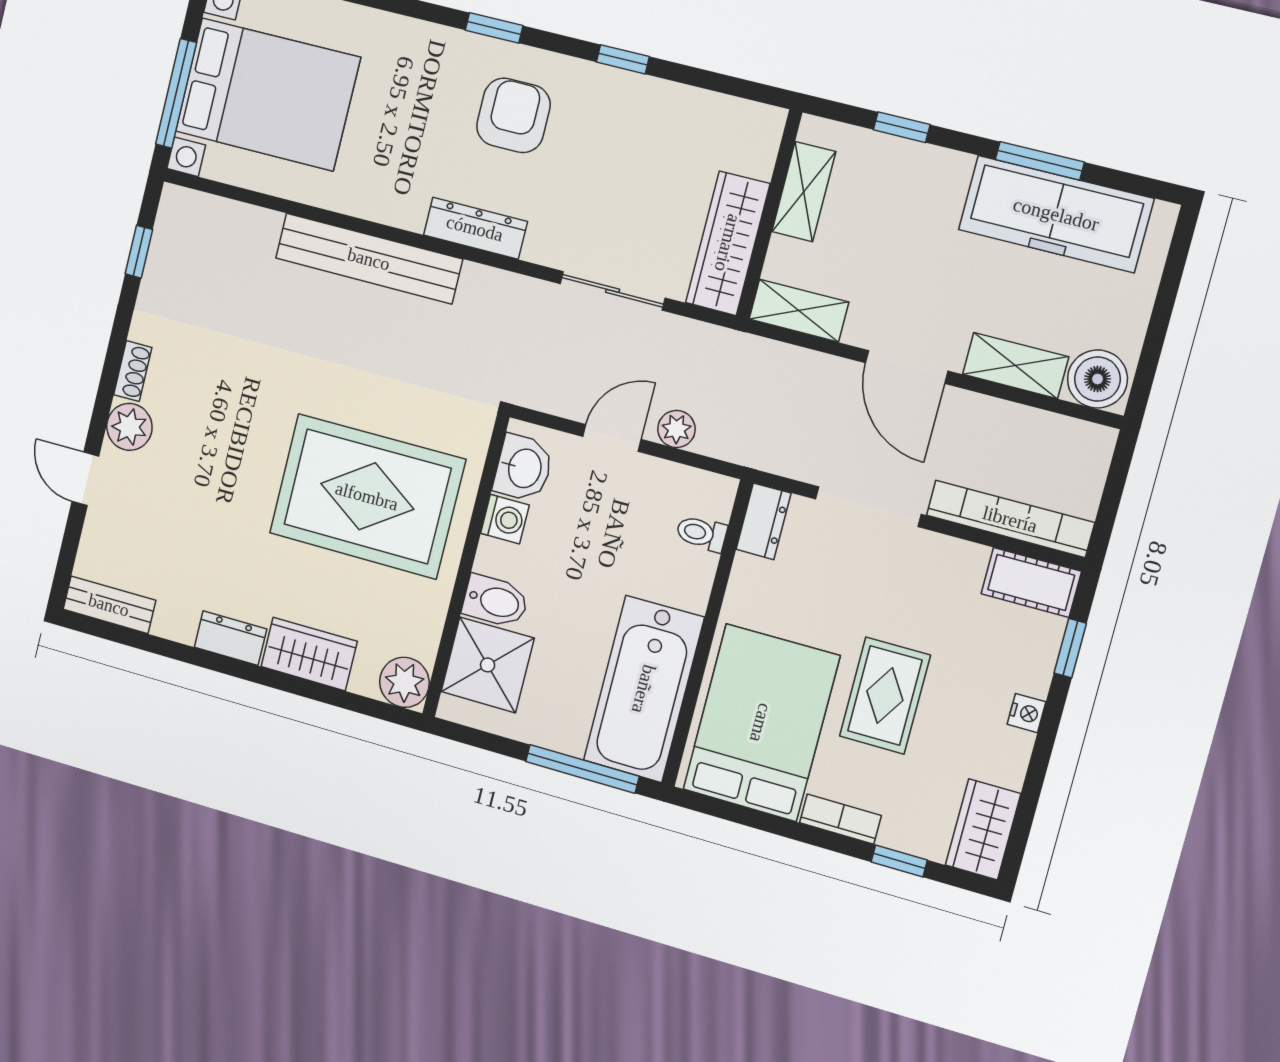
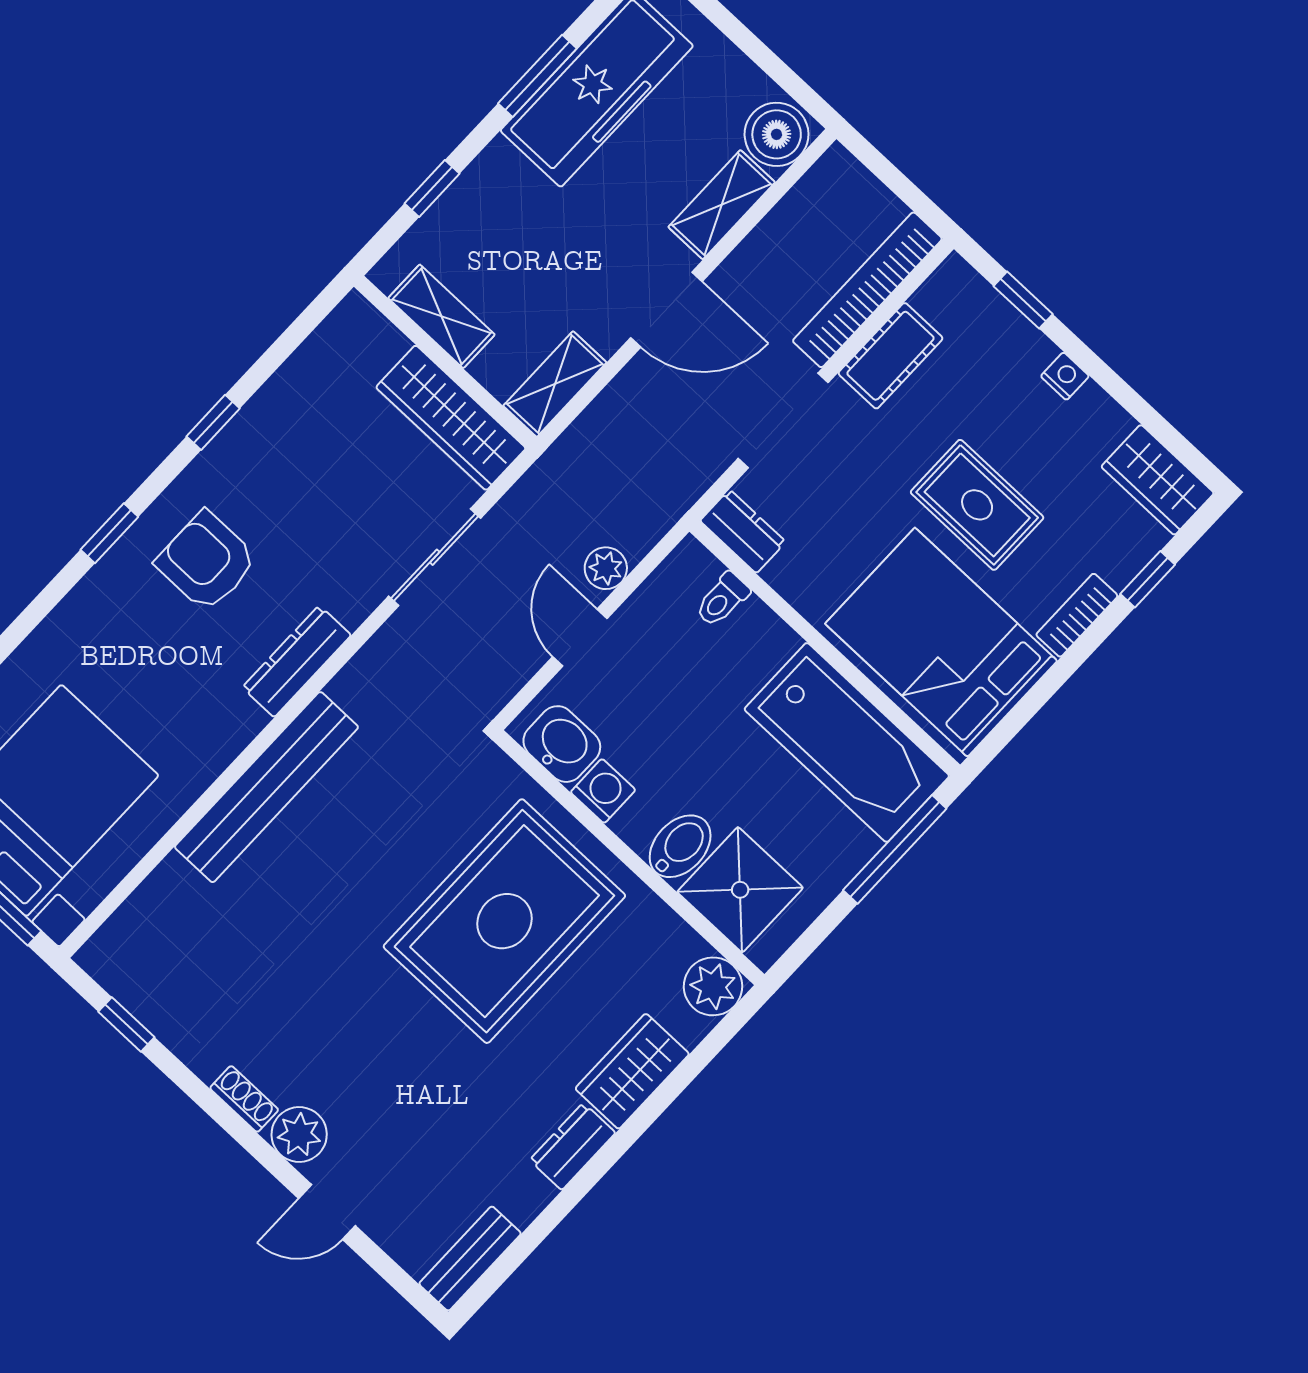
cot: (1031, 582) -> (891, 356), moved

